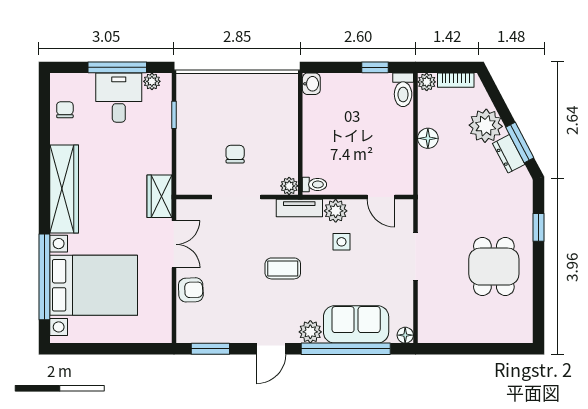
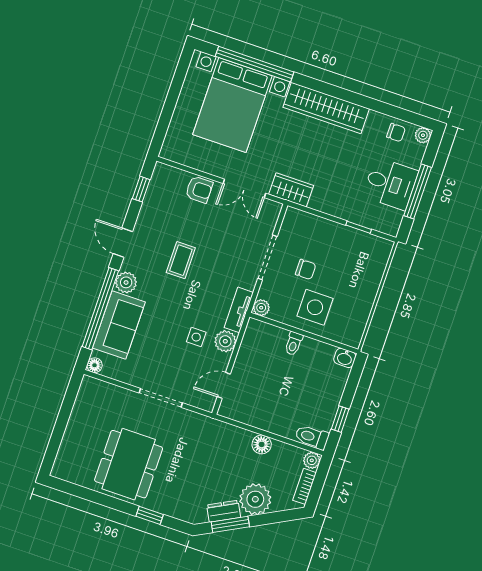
plant: (152, 81) -> (423, 135), moved
side table: (270, 132) -> (315, 307), added
toilet: (314, 184) -> (294, 344), moved
dining table: (494, 267) -> (129, 464), width x1.38
coffee table: (283, 268) -> (181, 260), moved
armchair: (191, 290) -> (199, 190), turned -88
window: (210, 349) -> (141, 189), width x0.67

